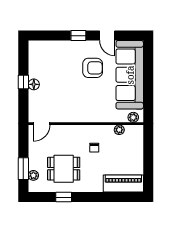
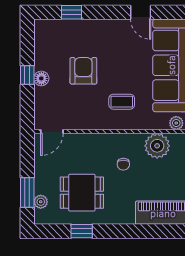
window: (78, 36) -> (72, 12), moved
armchair: (93, 68) -> (83, 71), moved, turned -90
coffee table: (93, 102) -> (122, 102), added
plant: (119, 130) -> (157, 146), width x1.88, depth x1.88

